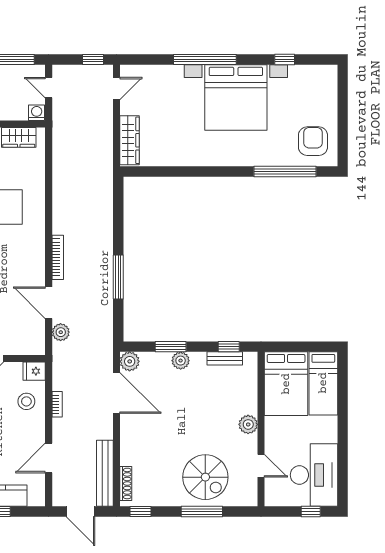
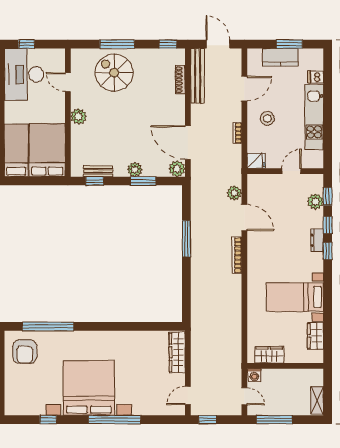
stool: (26, 401) -> (267, 118), moved
shoe rack: (126, 483) -> (180, 80), moved

